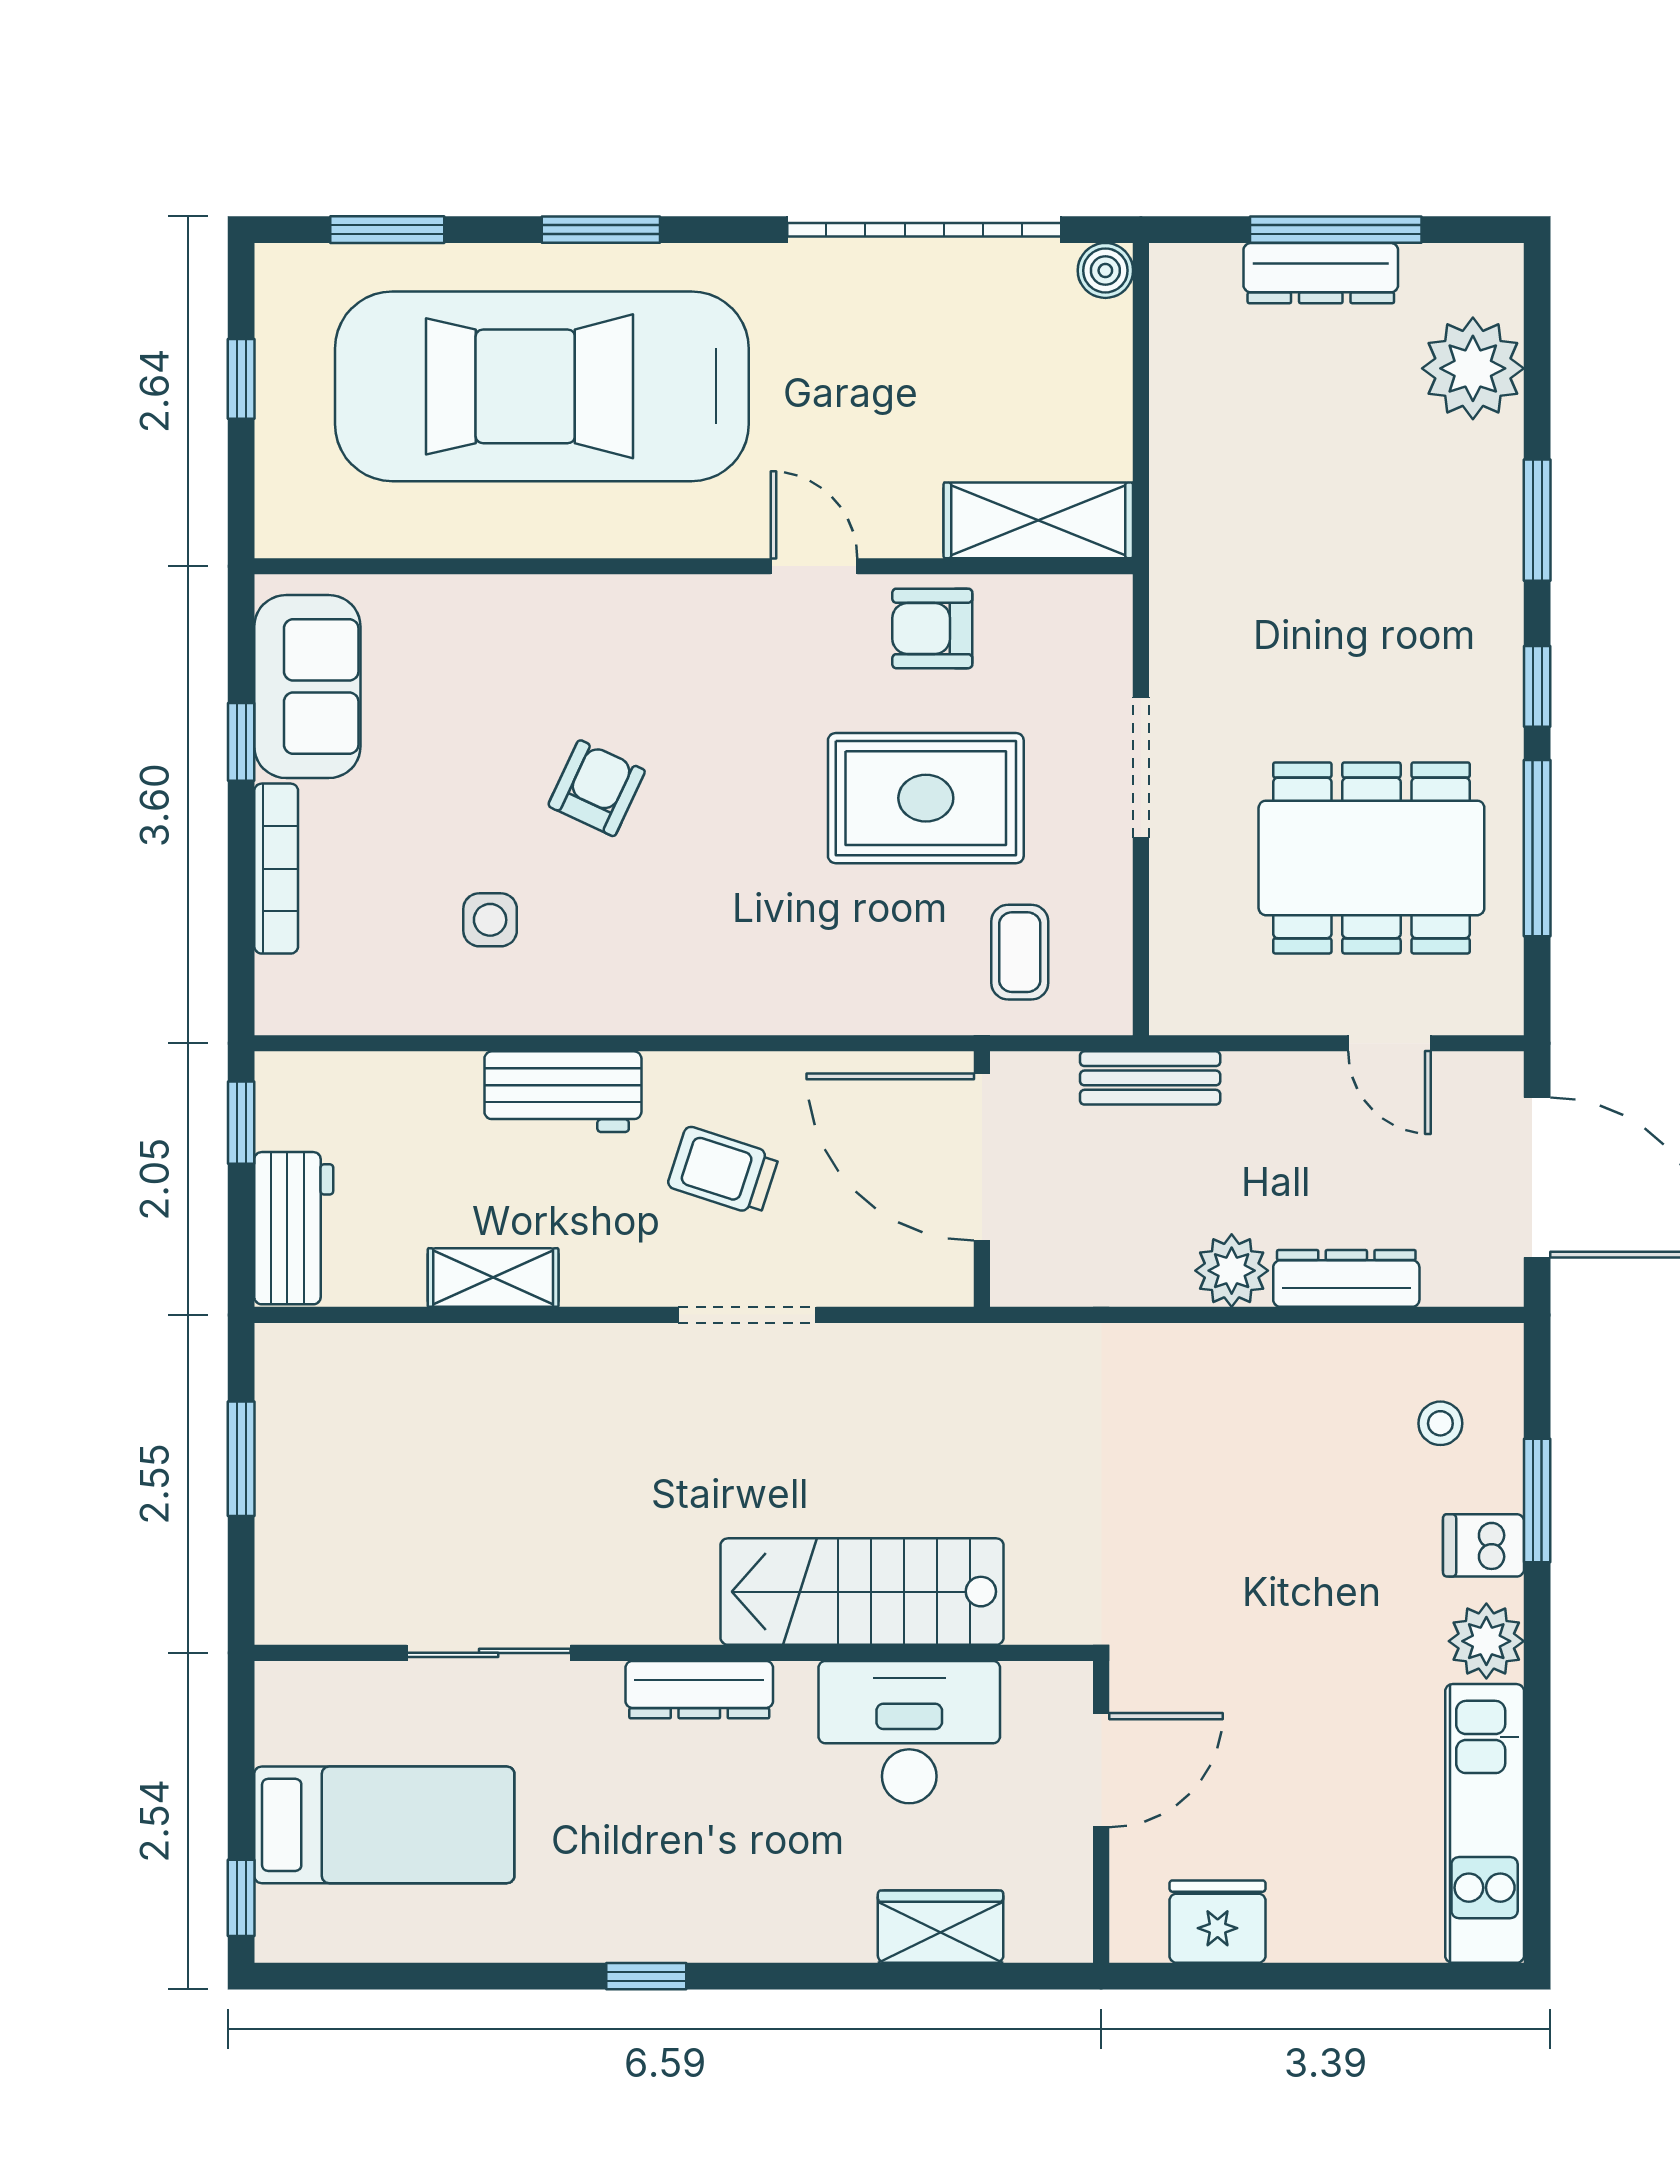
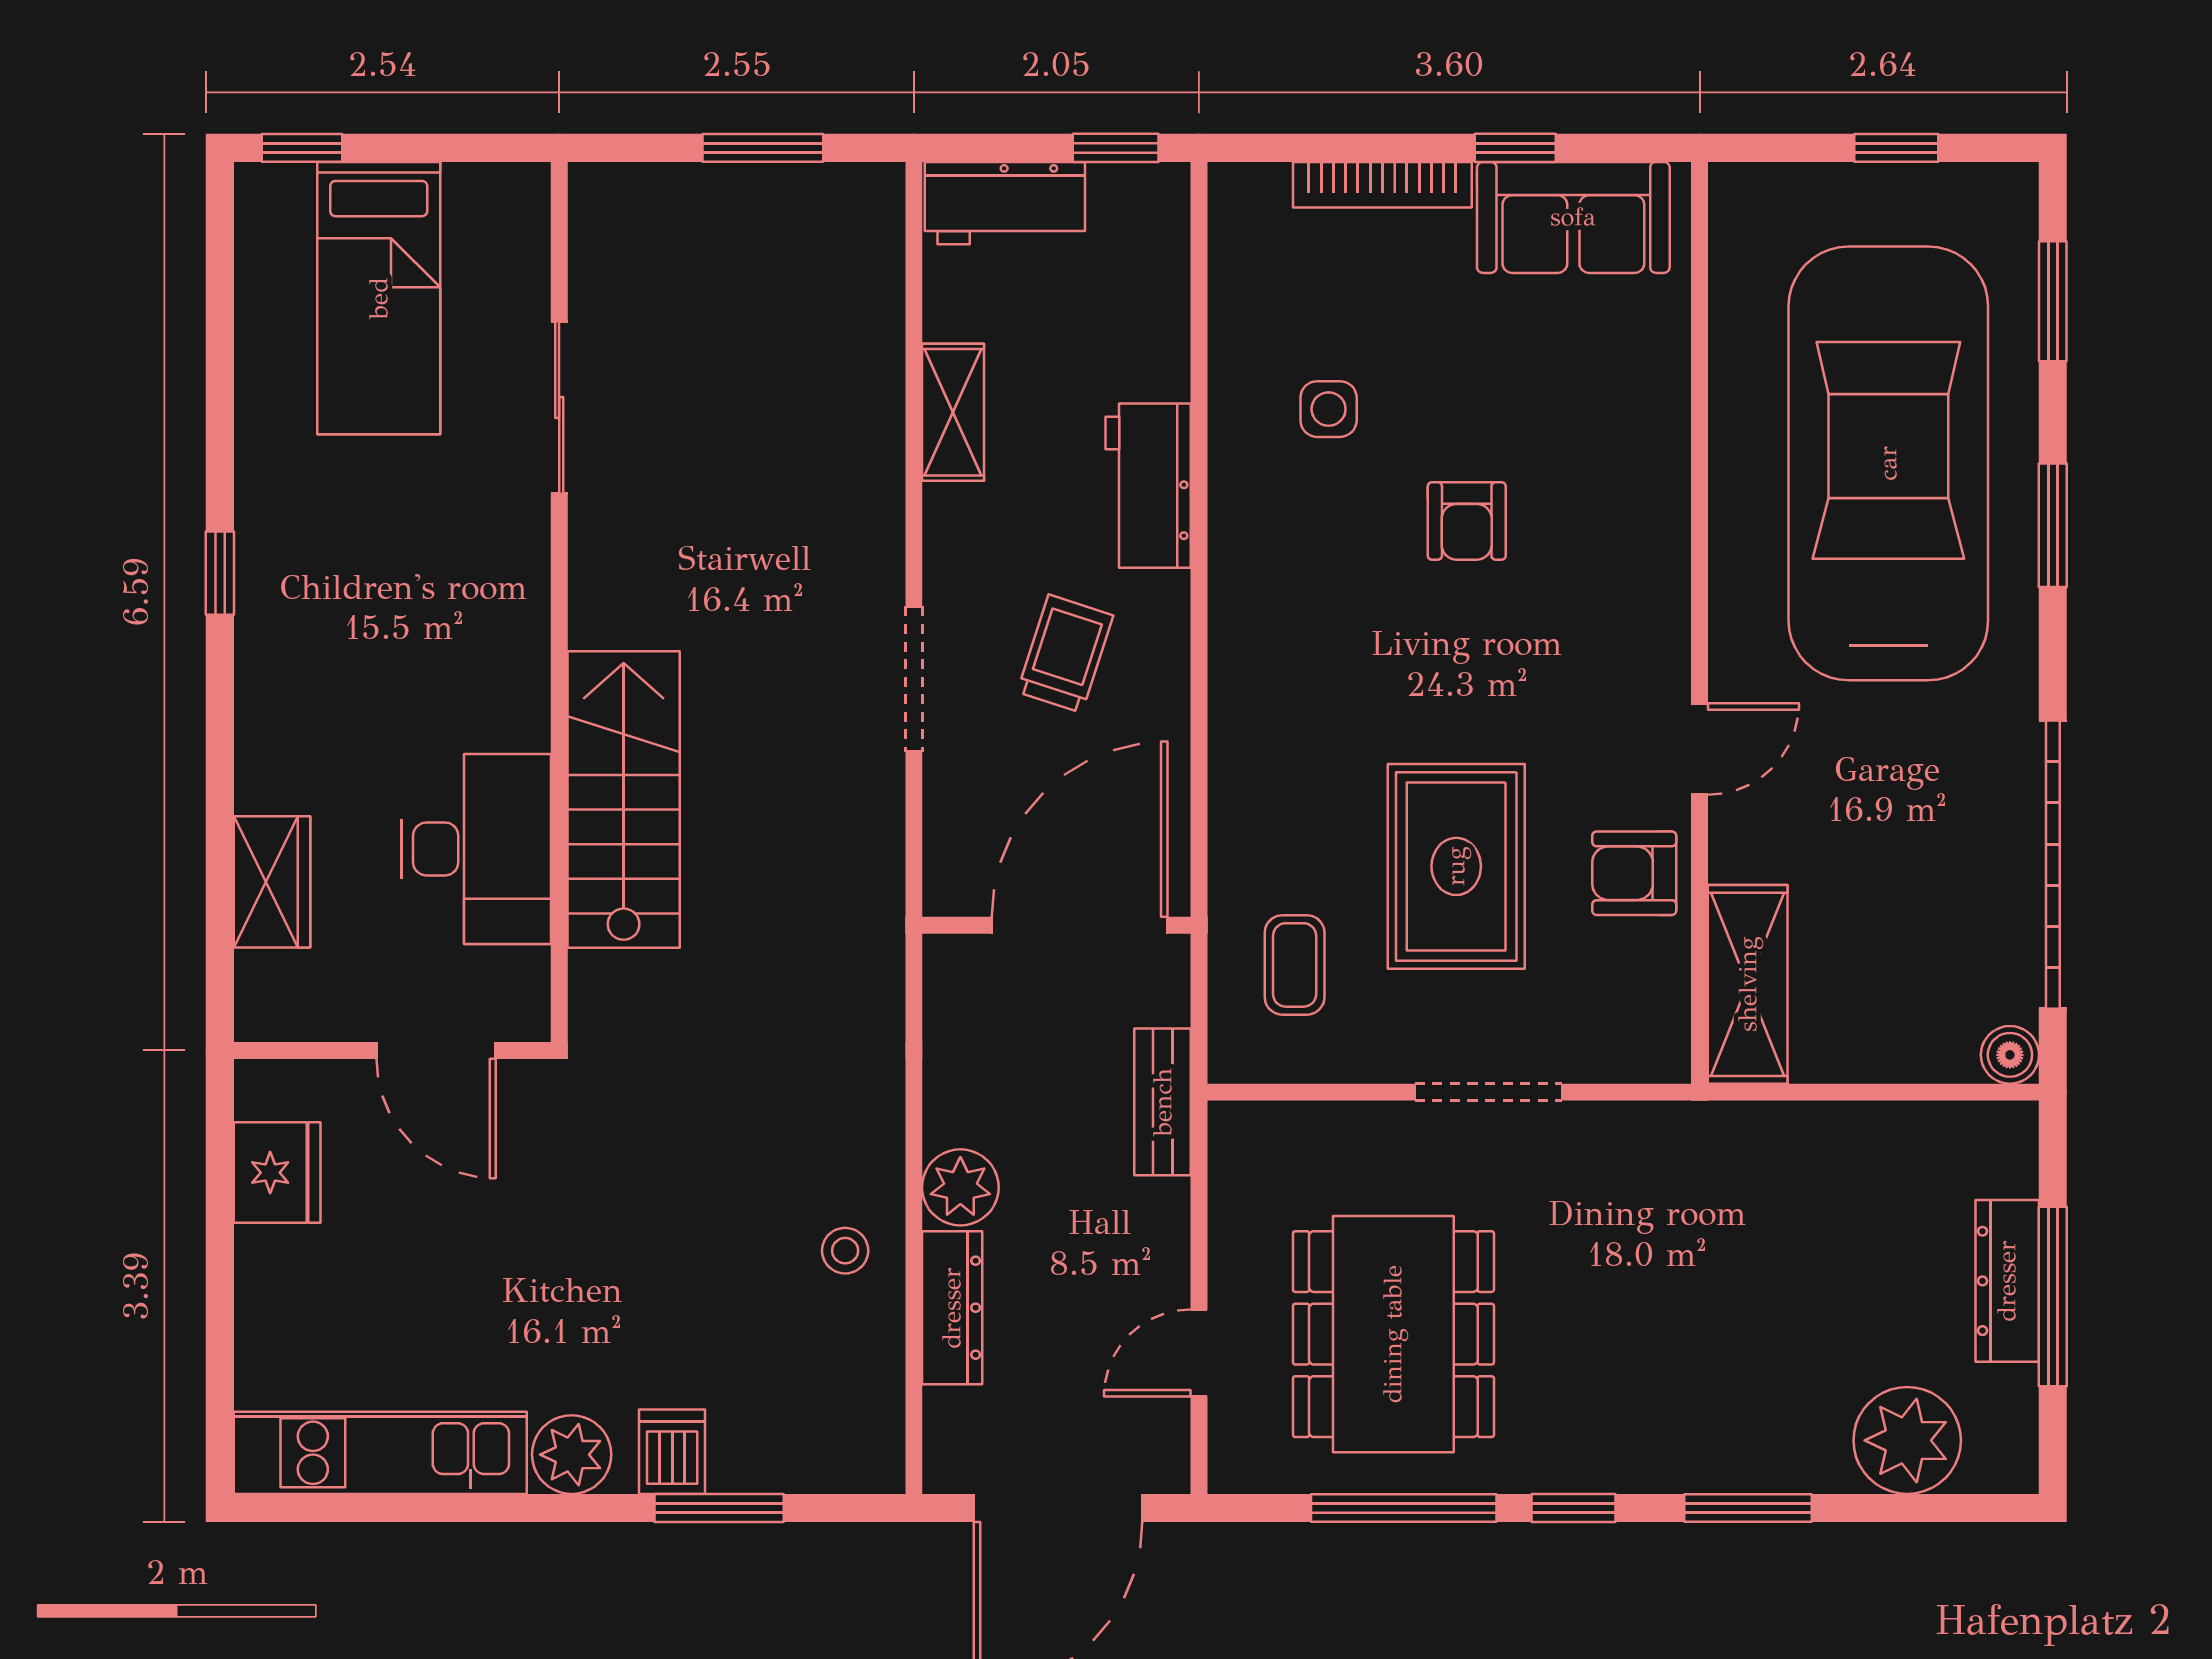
armchair: (932, 628) -> (1634, 873), turned -90
armchair: (597, 788) -> (1467, 521), turned 65
coffee table: (1020, 952) -> (1295, 965), turned 90
stool: (1440, 1423) -> (845, 1251), moved
dresser: (699, 1690) -> (521, 629), removed

